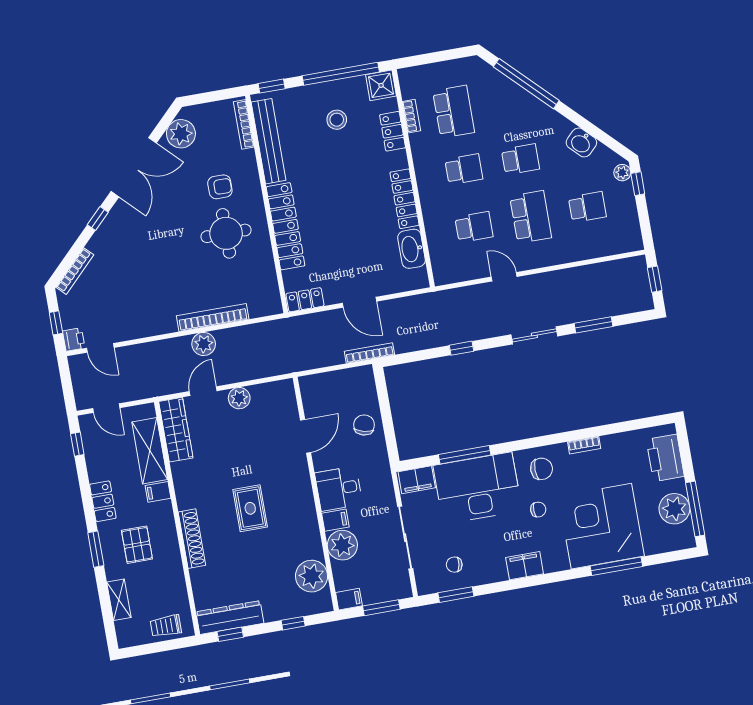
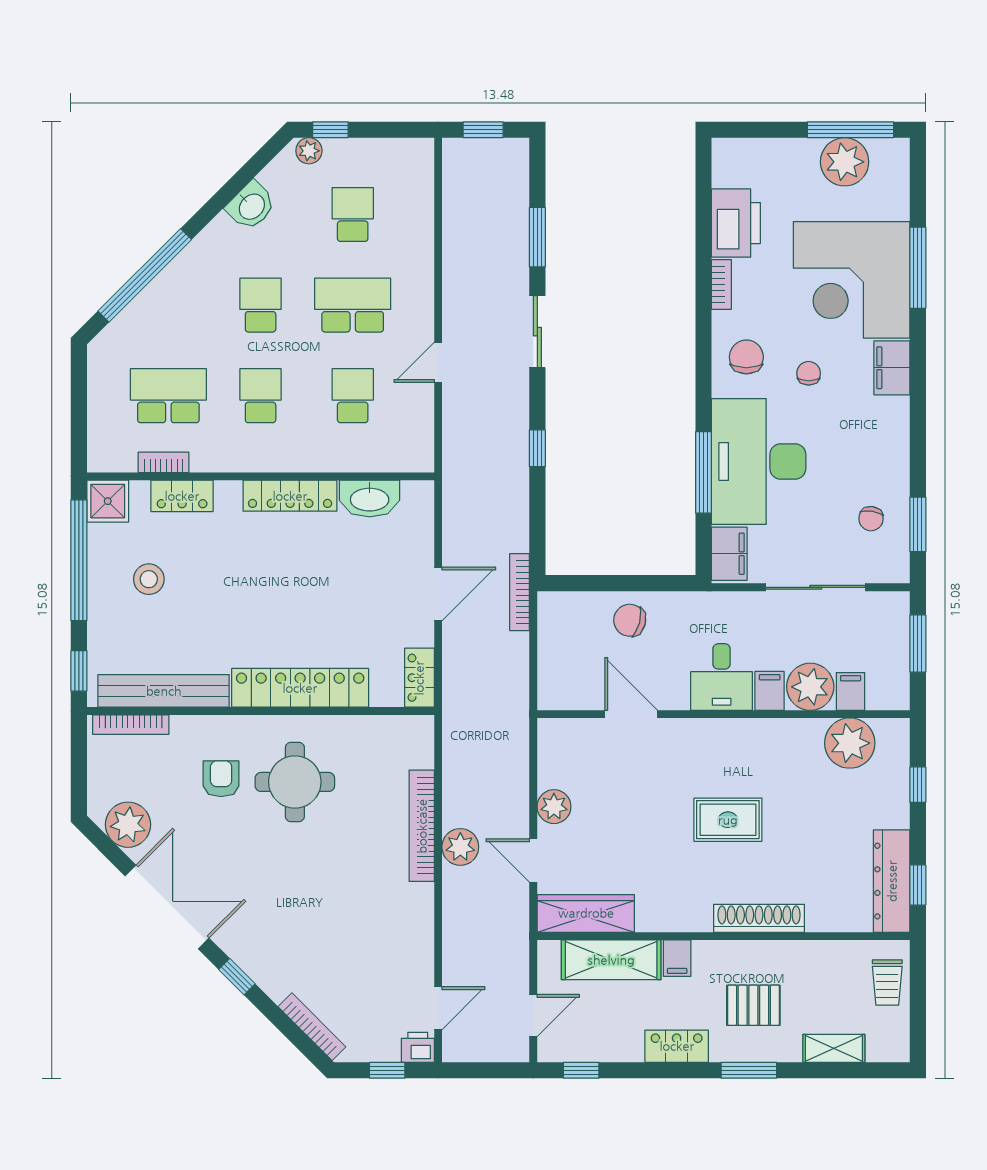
printer: (665, 458) -> (736, 223), moved, turned -90
filing cabinet: (525, 566) -> (892, 368), moved
filing cabinet: (349, 599) -> (851, 691), moved

